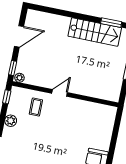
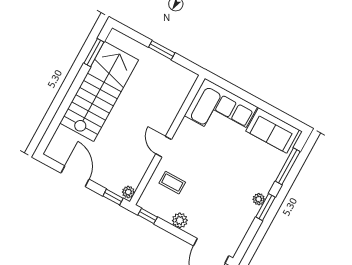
stairs: (95, 32) -> (99, 91), width x1.36, depth x1.51
corner sofa: (97, 126) -> (221, 111), added

